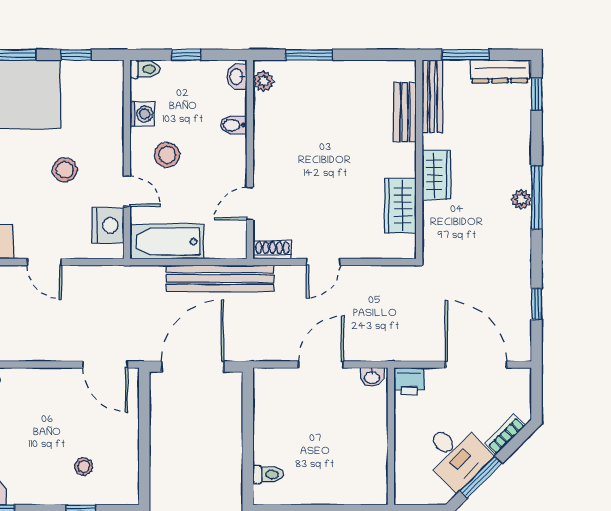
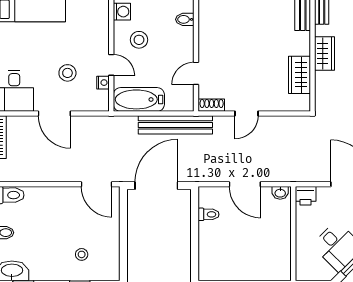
stool: (65, 170) -> (67, 73), moved
nightstand: (108, 225) -> (103, 83), width x0.53, depth x0.56
door: (44, 262) -> (54, 114), width x1.38
door: (321, 365) -> (245, 184), swing flipped
toilet: (268, 474) -> (209, 214), moved

